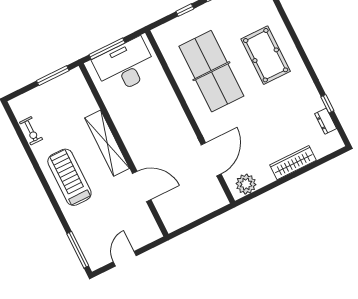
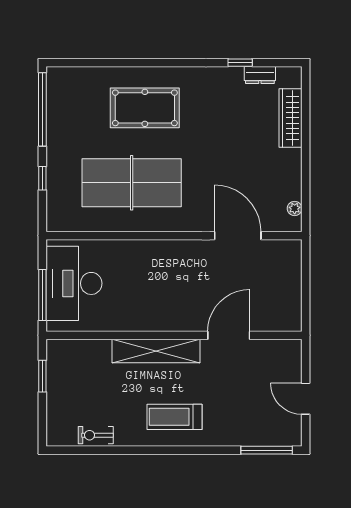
window: (53, 76) -> (42, 376), width x0.69
exercise bike: (31, 131) -> (96, 435), turned 180
wardrobe: (293, 163) -> (290, 118), moved
treadmill: (69, 177) -> (175, 417), width x0.73, depth x0.73
plant: (246, 184) -> (295, 208), width x0.53, depth x0.53

